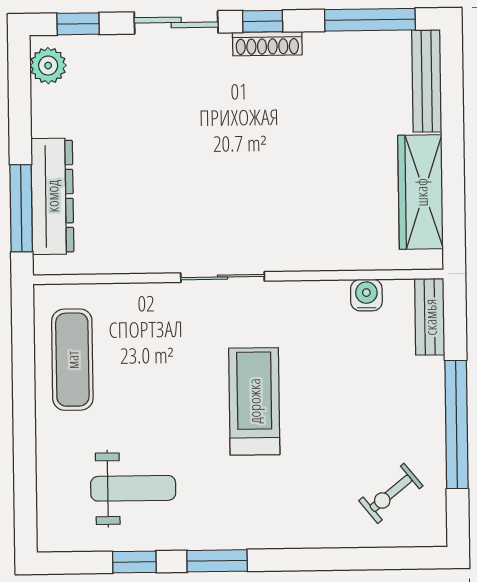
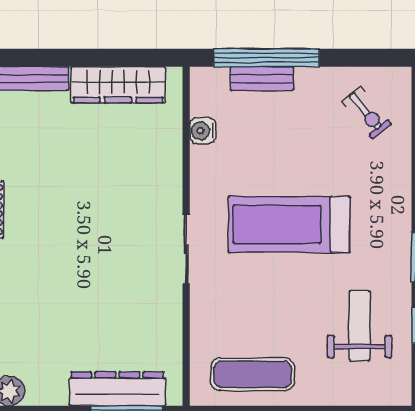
bench: (430, 317) -> (262, 79), moved
treadmill: (254, 401) -> (289, 224), width x1.37, depth x1.38
window: (456, 424) -> (266, 58), moved

